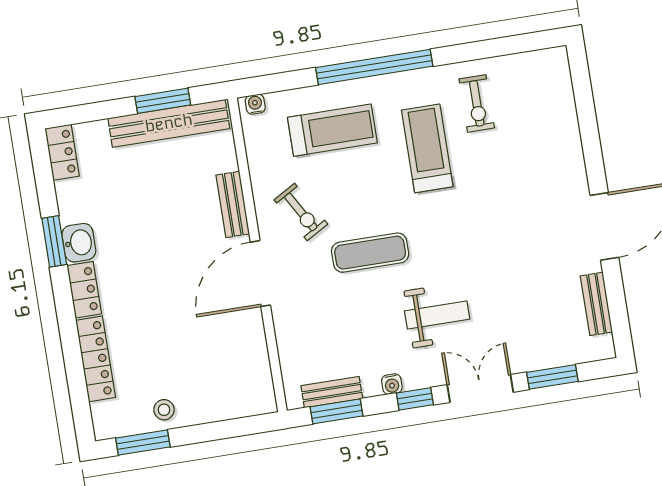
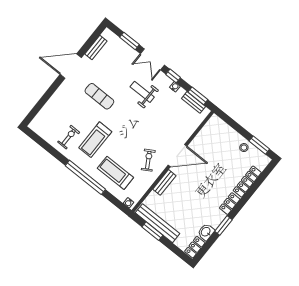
washbasin: (79, 243) -> (206, 232), moved
exercise mat: (370, 253) -> (99, 96), moved

